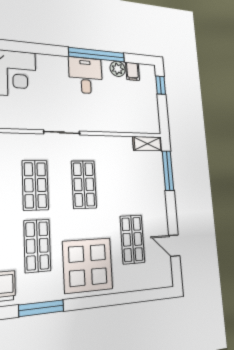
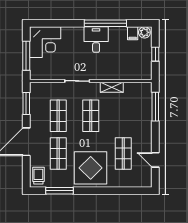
plant: (118, 69) -> (144, 32), moved
window: (161, 85) -> (155, 54), moved
shelving: (148, 144) -> (112, 87), moved

